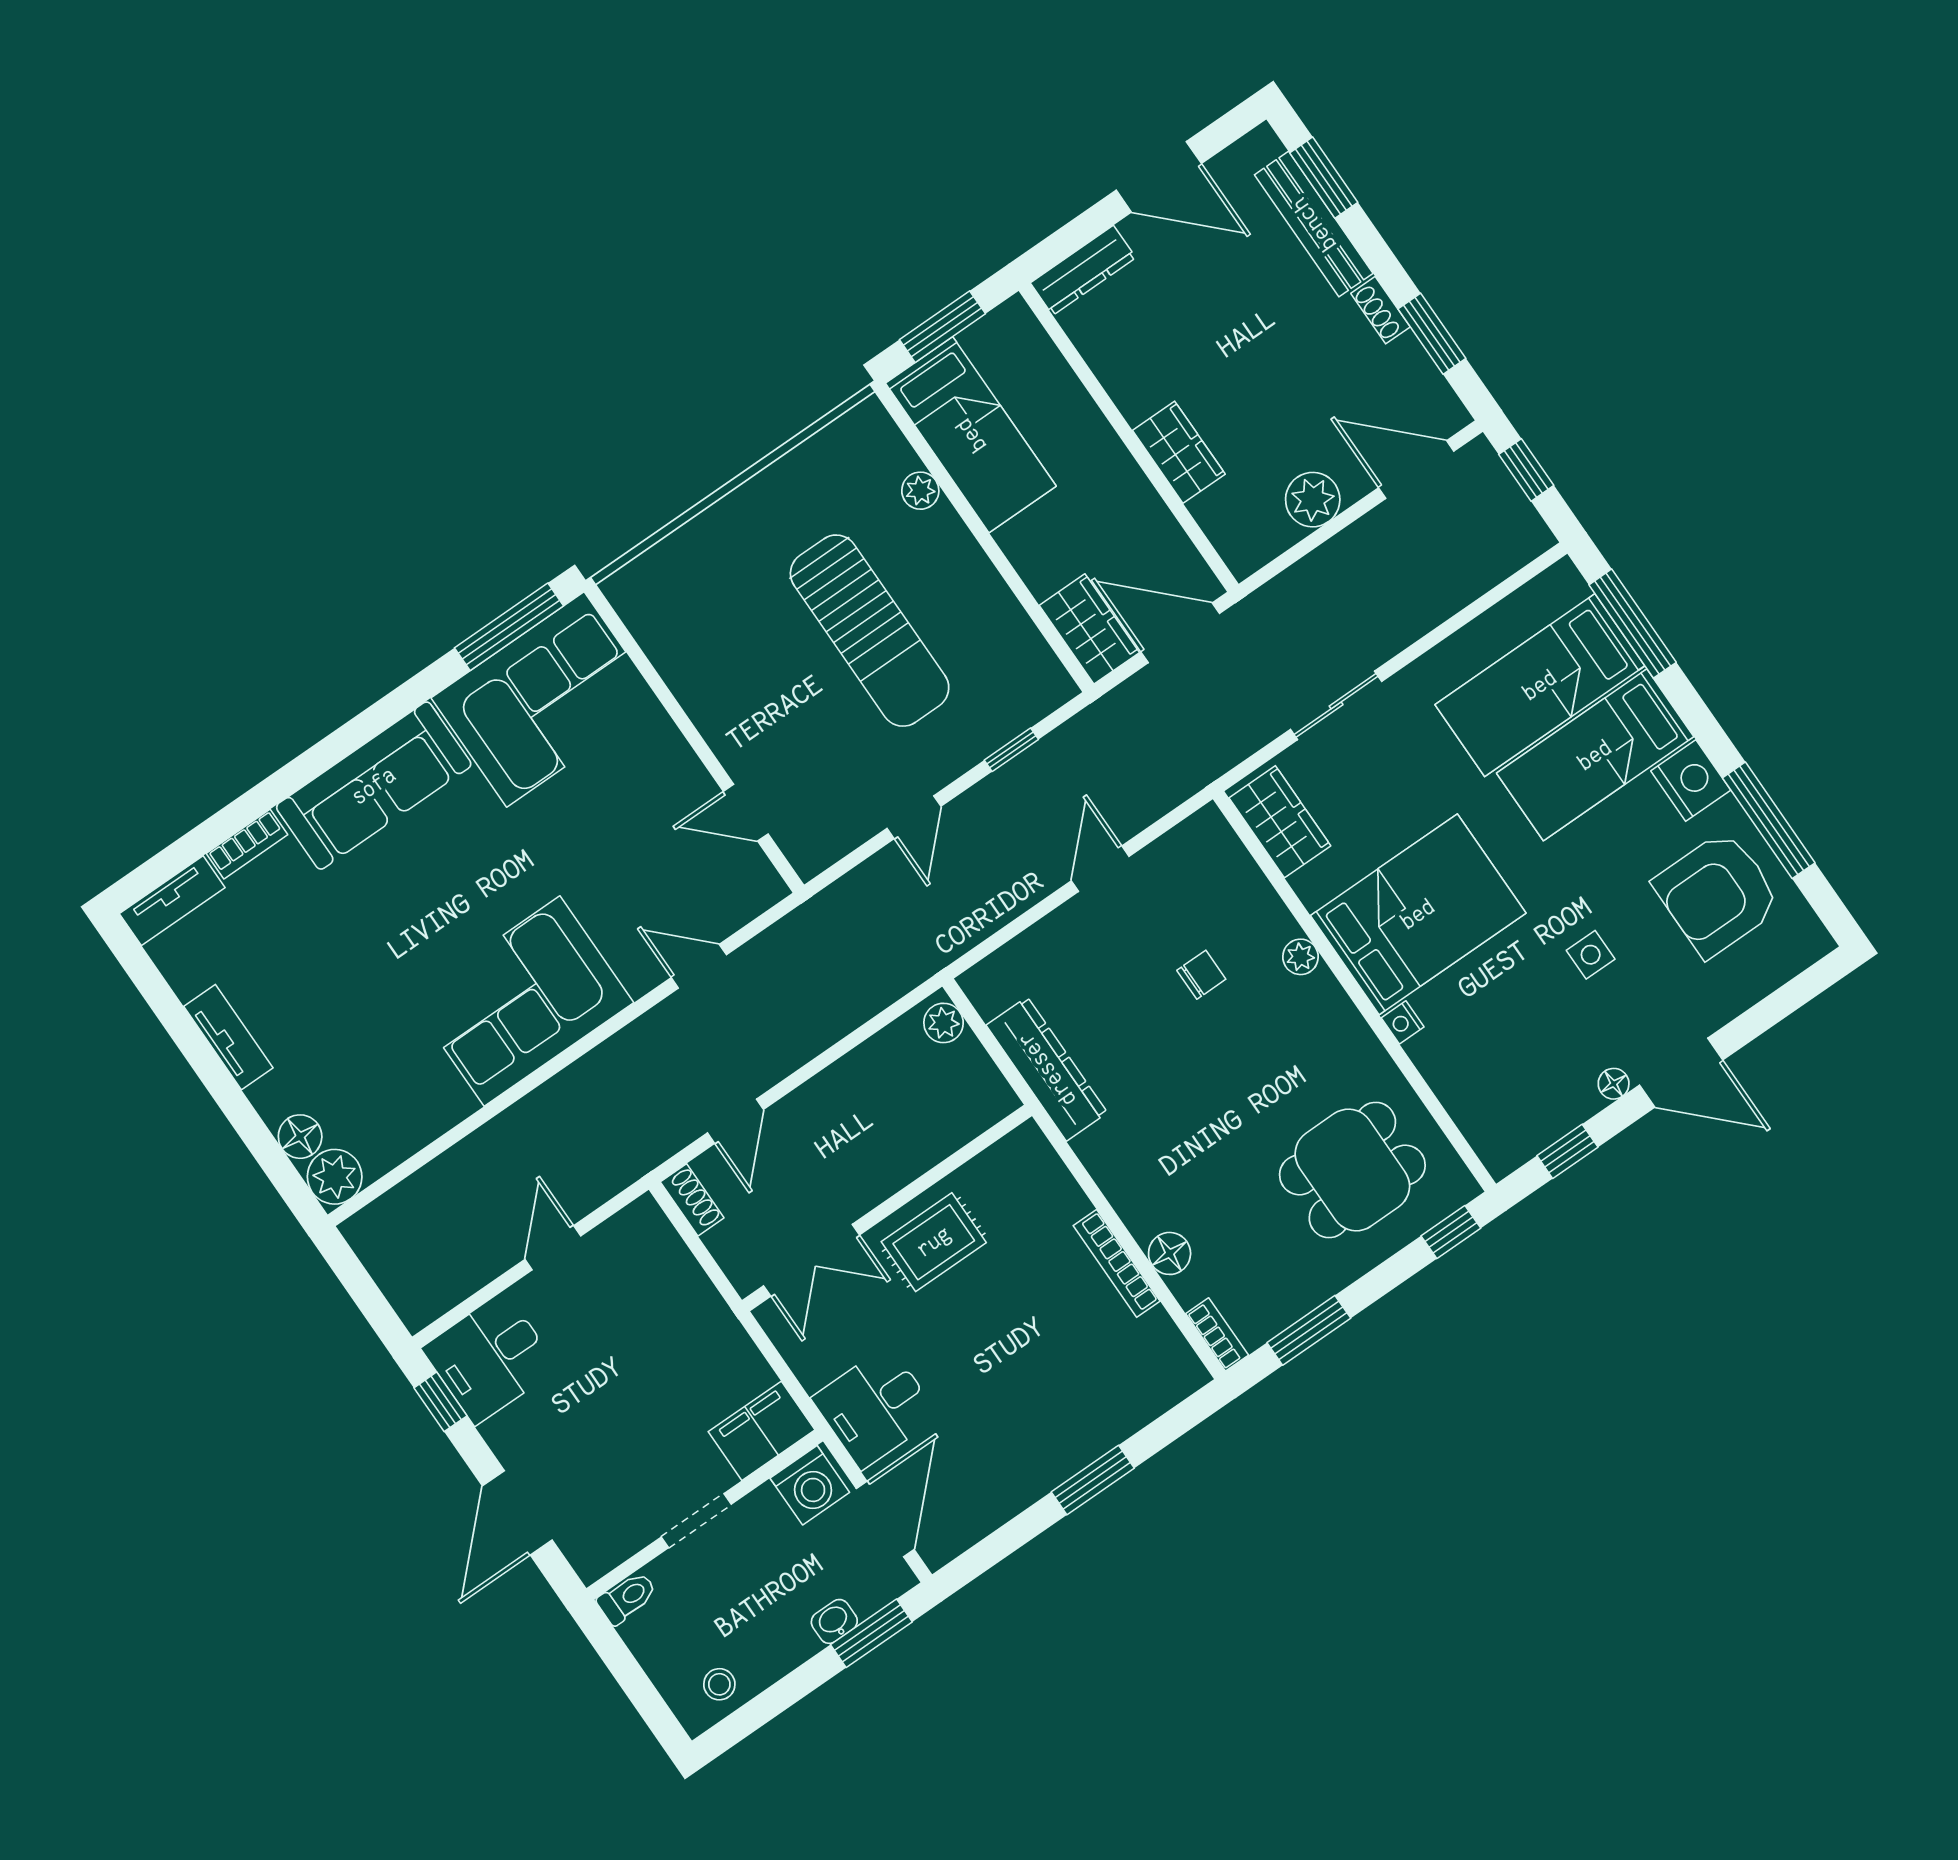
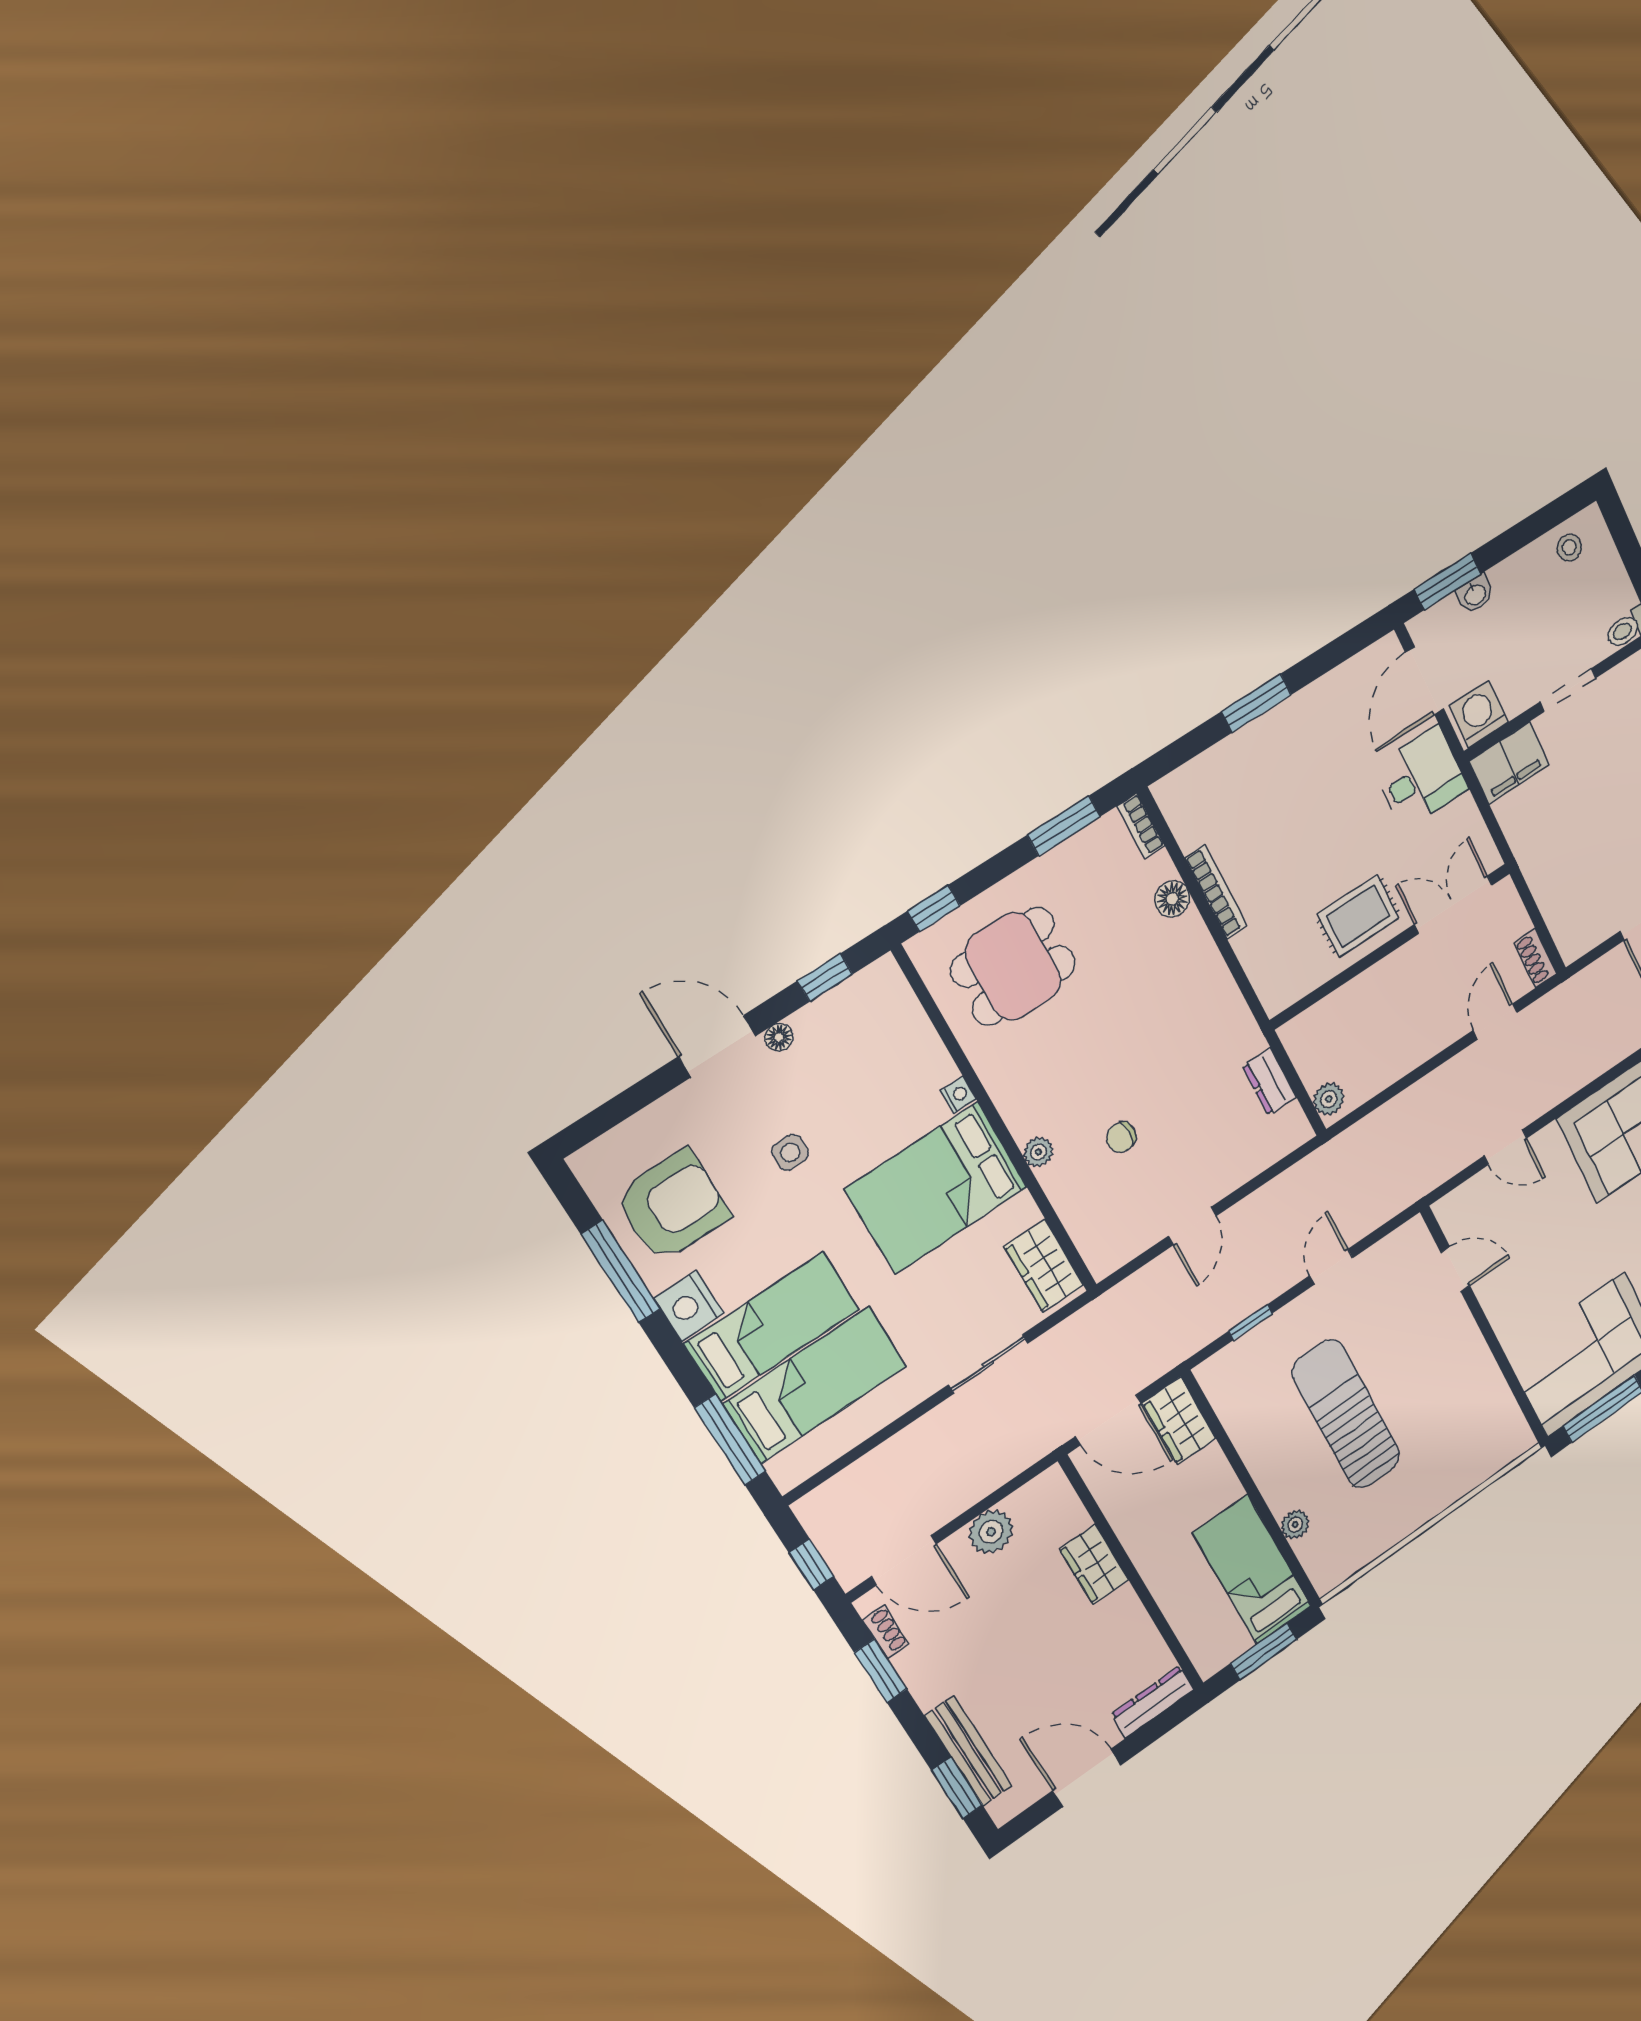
shoe rack: (1380, 310) -> (886, 1632), moved
dresser: (1047, 1069) -> (1269, 1081), width x0.51, depth x0.80

